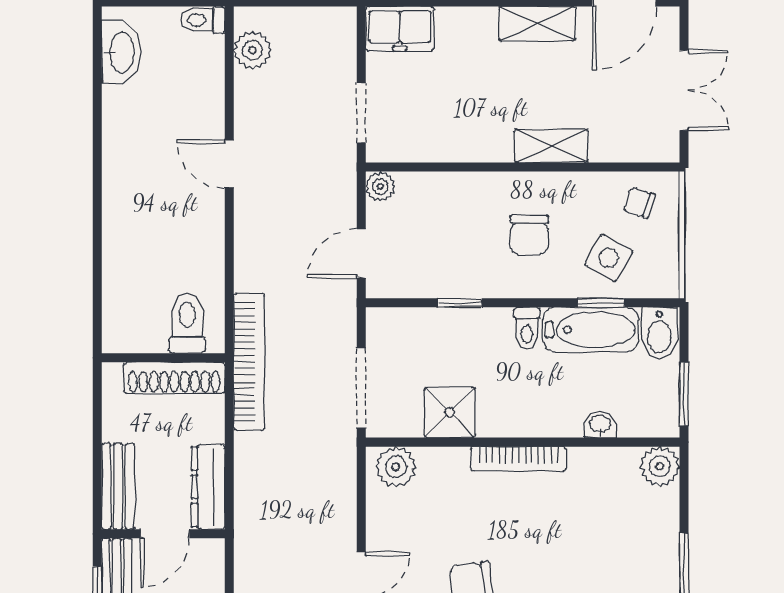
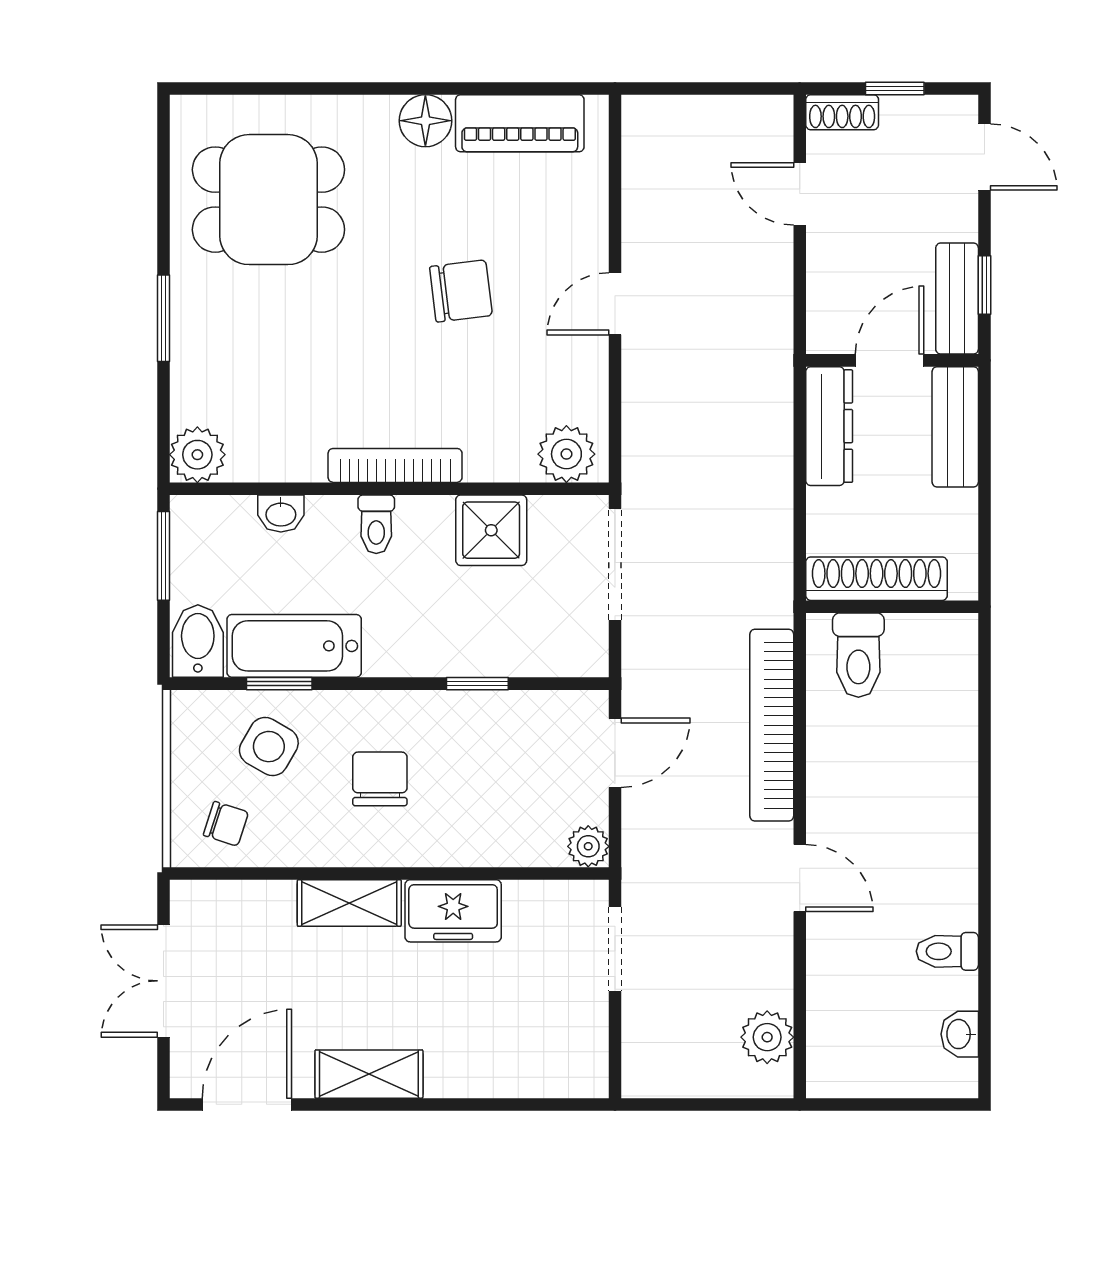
toilet: (203, 20) -> (947, 951), moved, turned 180
freezer: (400, 29) -> (453, 911), moved, turned 180
washbasin: (121, 52) -> (960, 1034), width x0.52, depth x0.69
toilet: (527, 328) -> (376, 524), moved, turned 180
bookcase: (249, 362) -> (772, 725), moved

